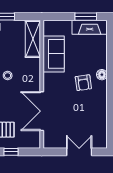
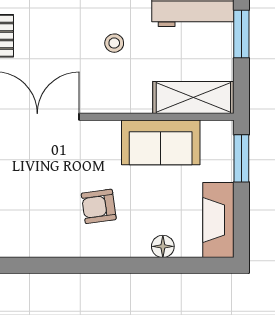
window: (86, 17) -> (241, 158), moved
floor lamp: (102, 75) -> (163, 246), moved

